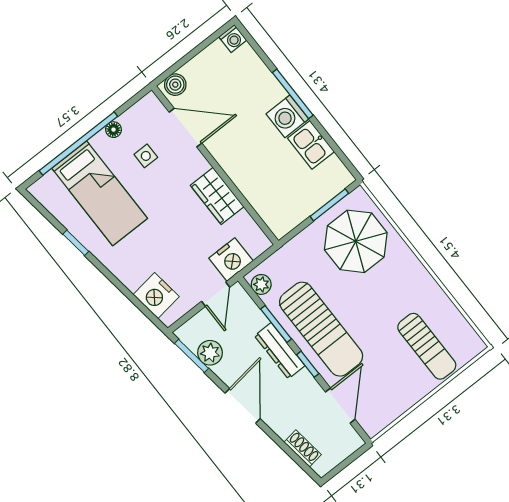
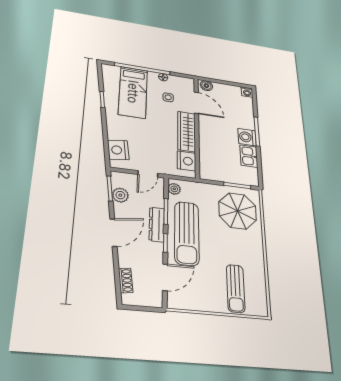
wardrobe: (217, 196) -> (187, 131), width x1.50
nightstand: (231, 260) -> (186, 161), moved, turned -90

